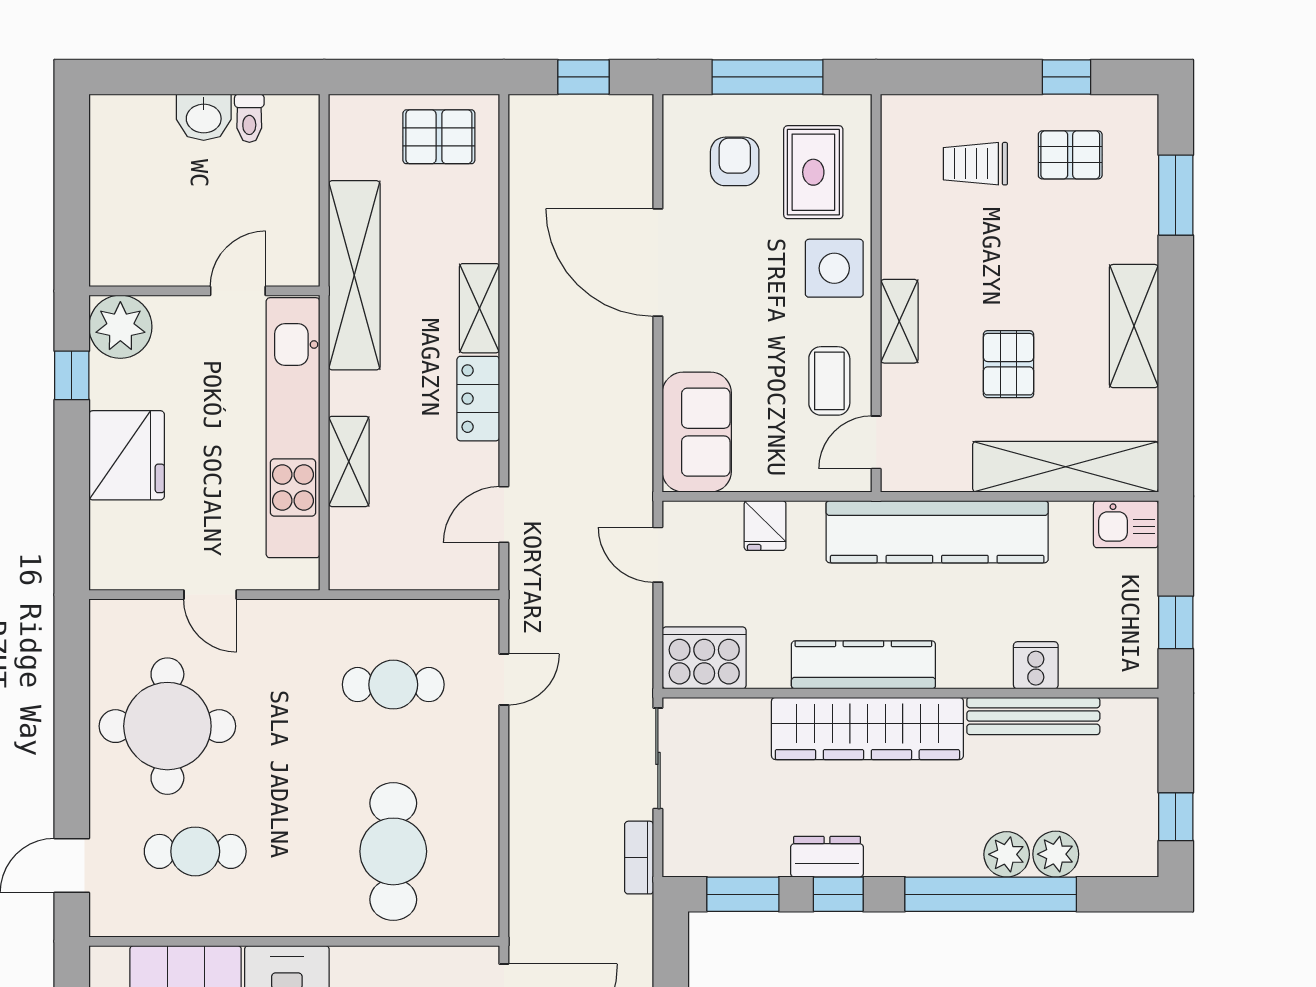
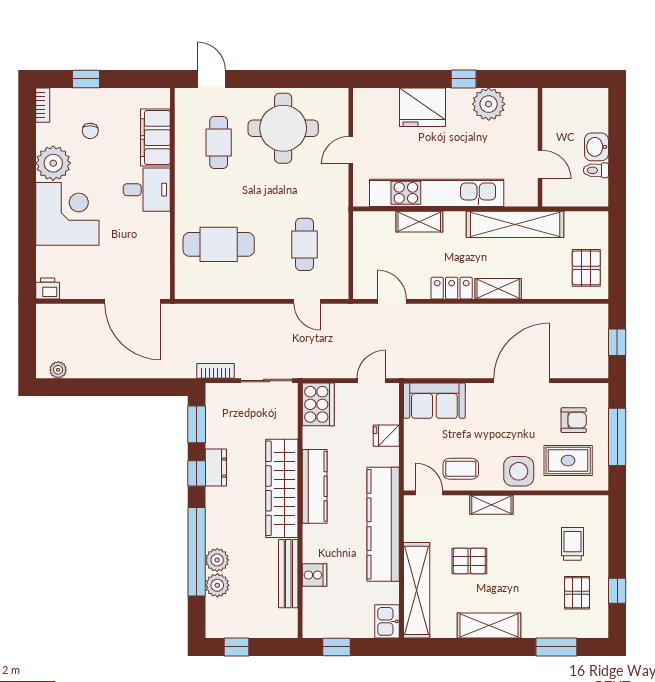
wall: (204, 291) -> (540, 147), moved
door: (238, 291) -> (540, 164), moved

